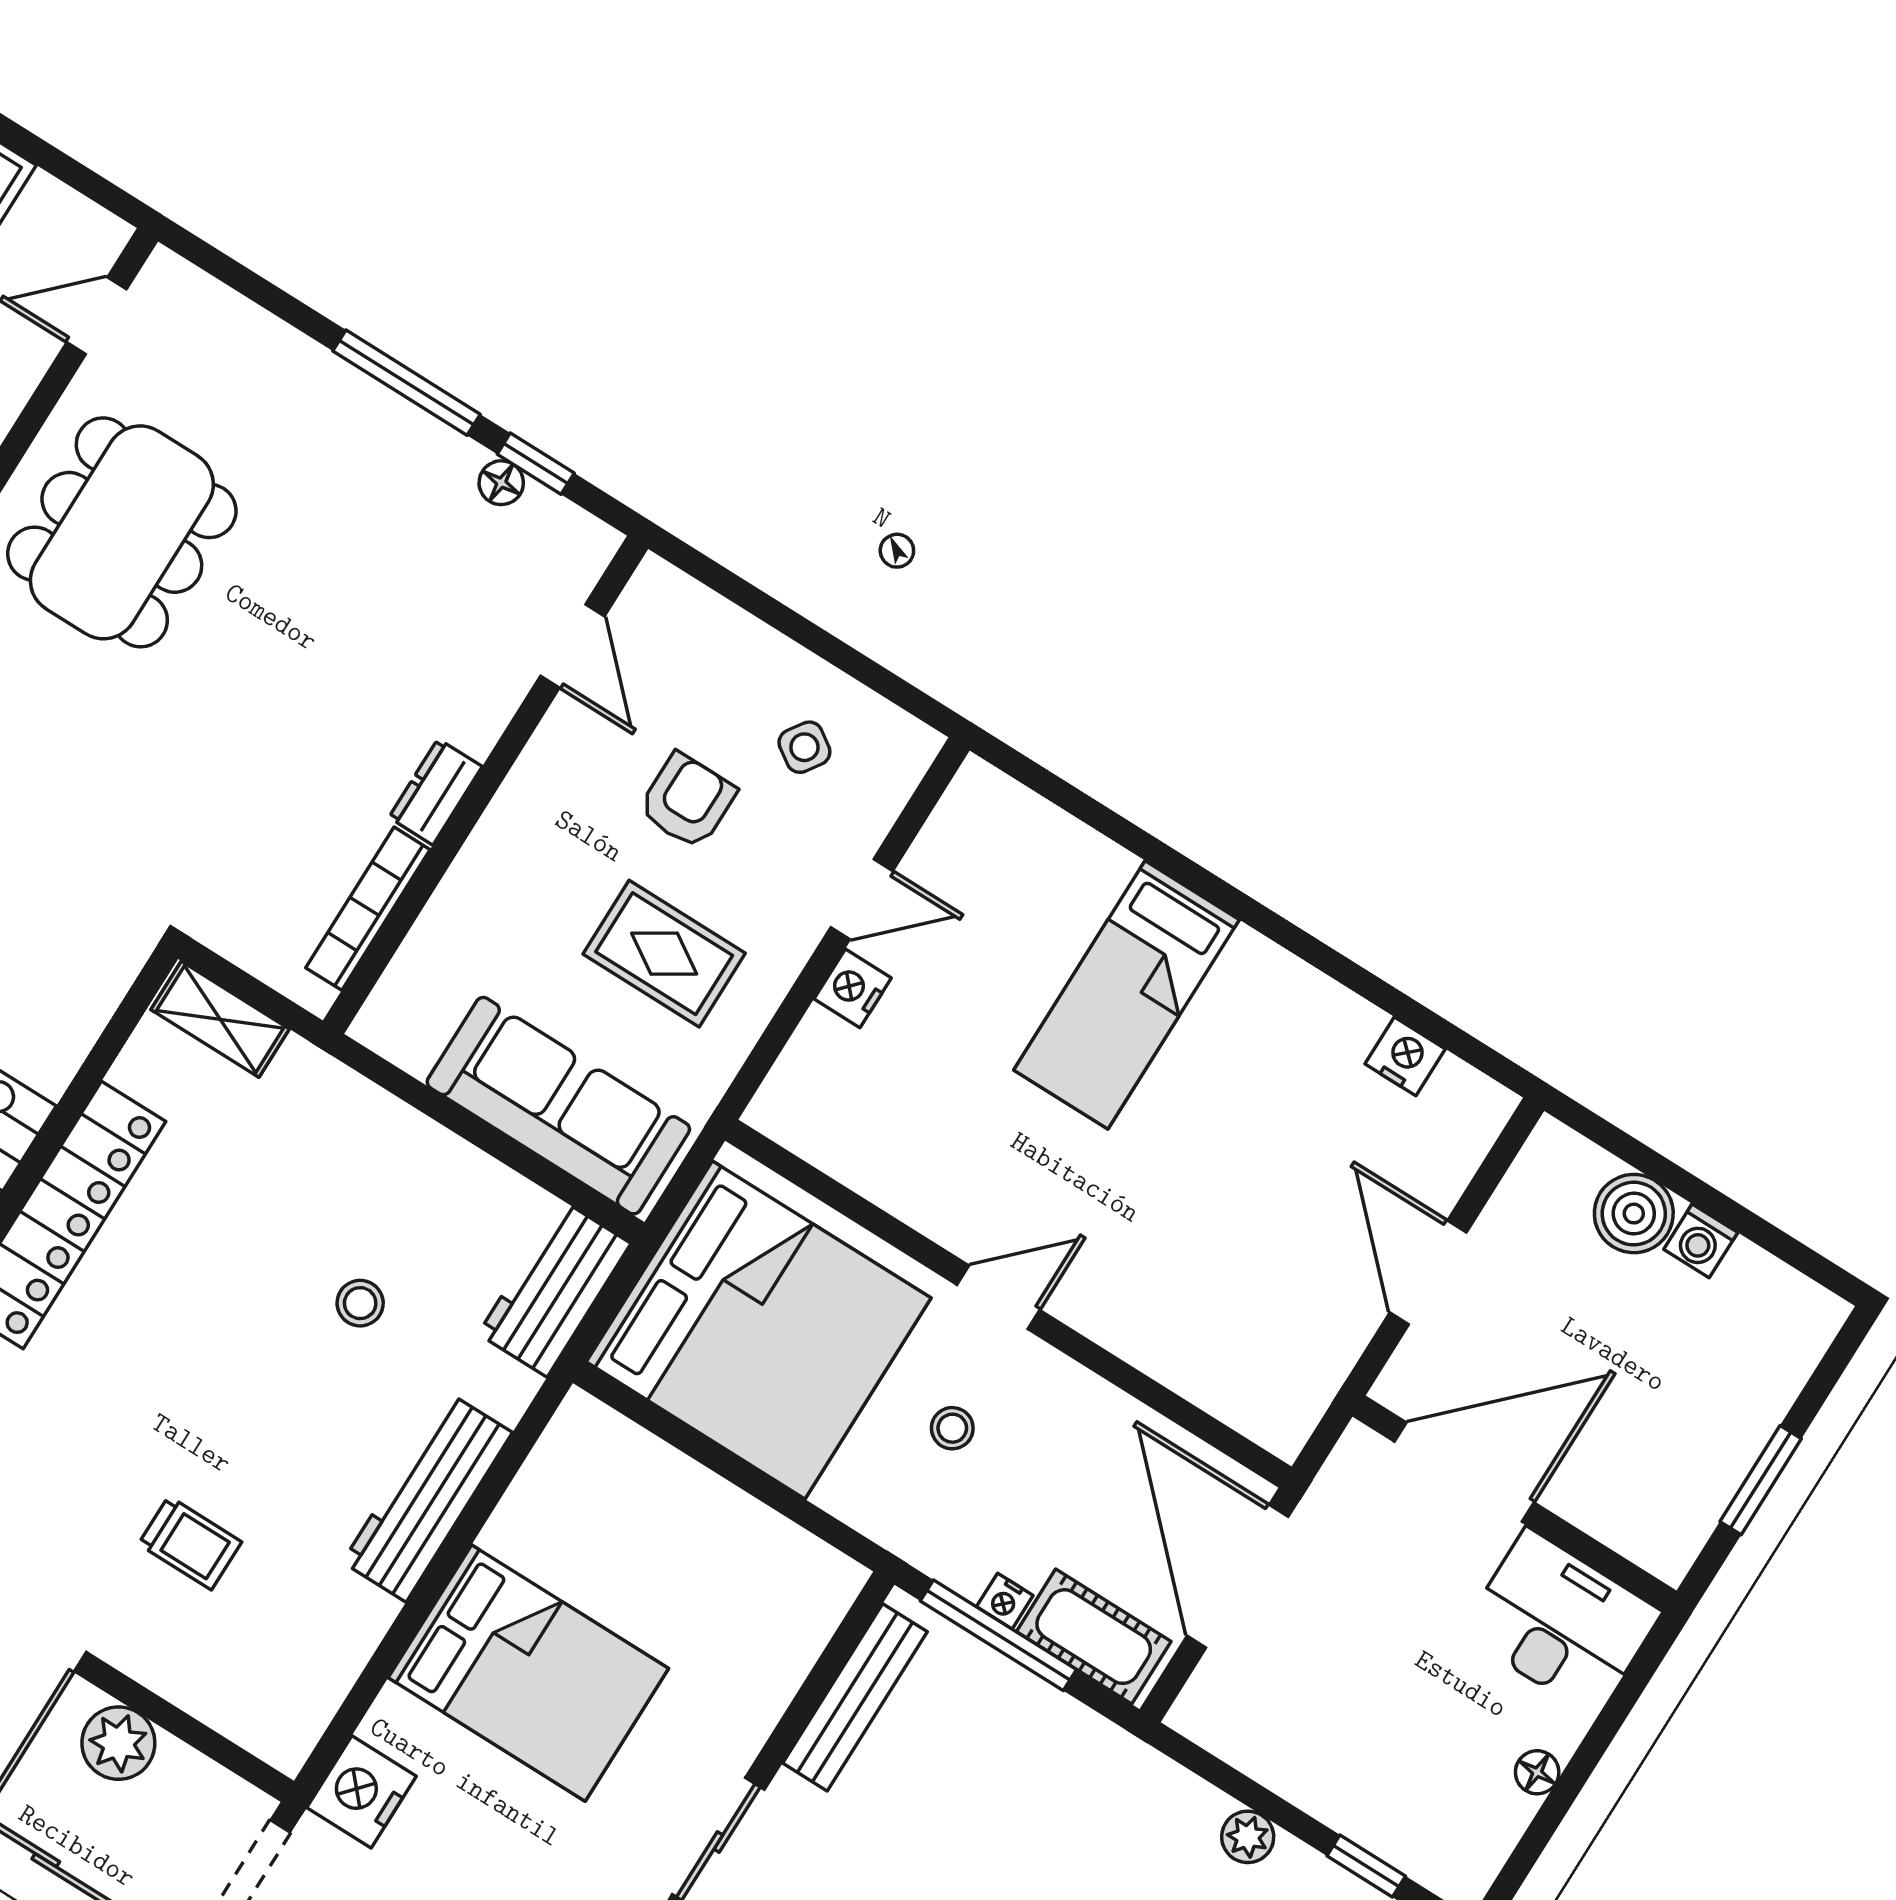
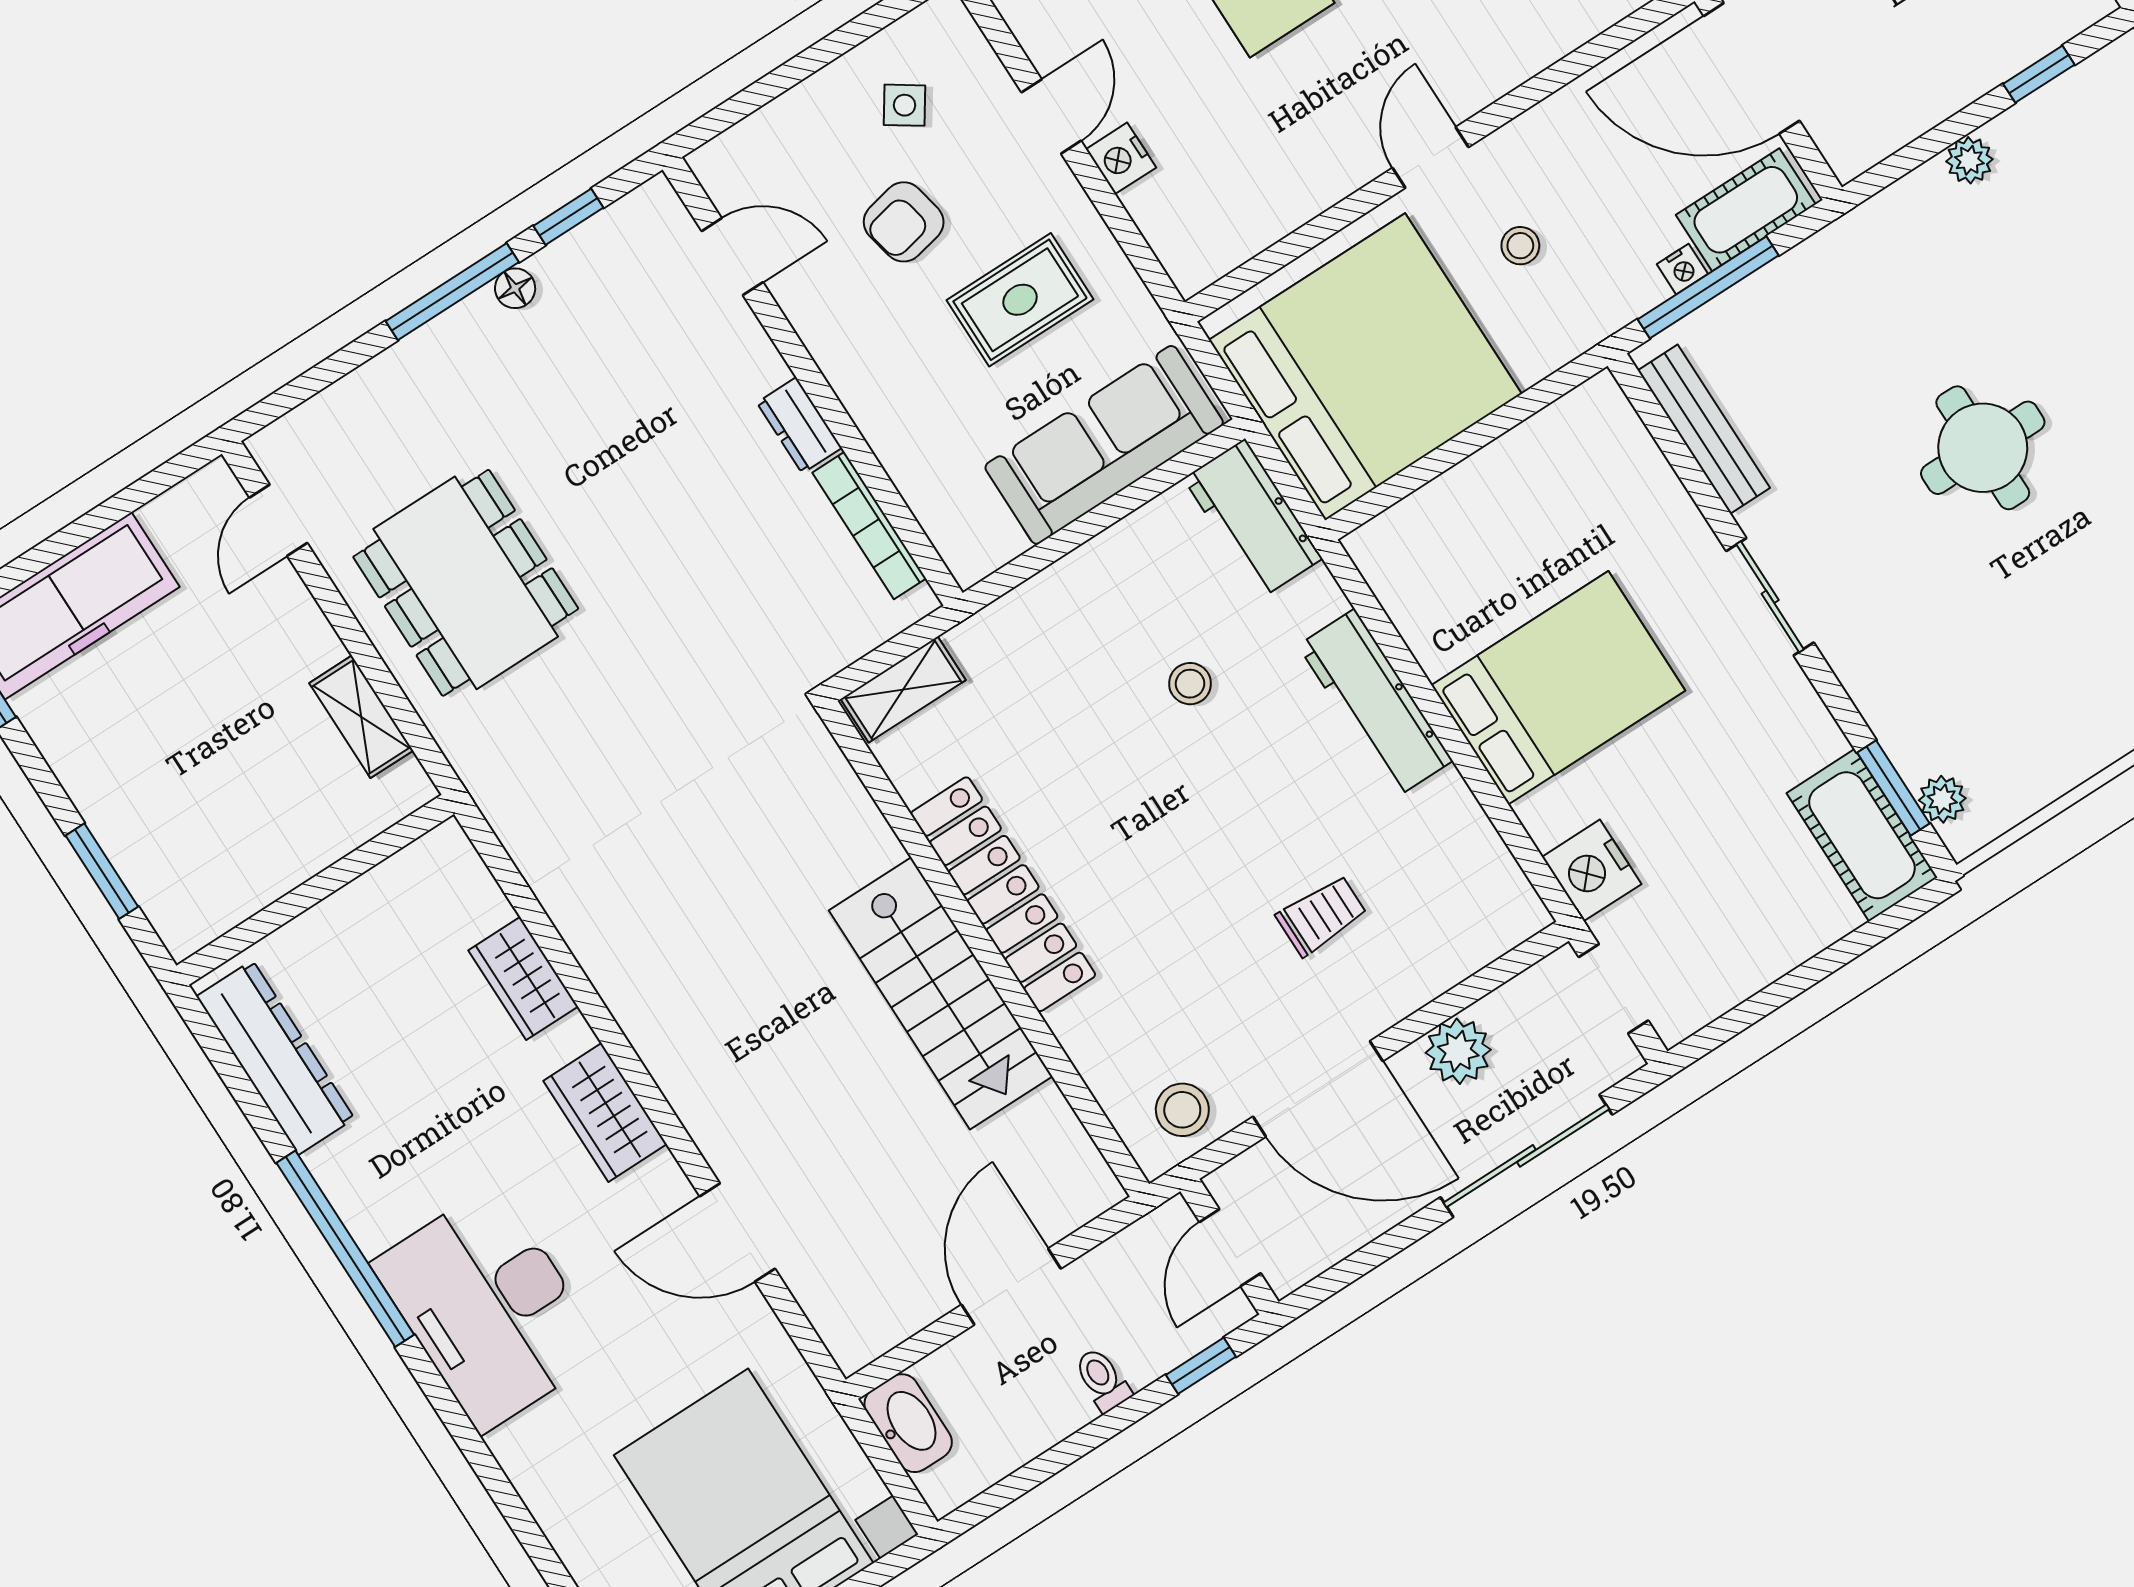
floor lamp: (501, 483) -> (515, 288), moved
armchair: (687, 801) -> (904, 222), turned -102

